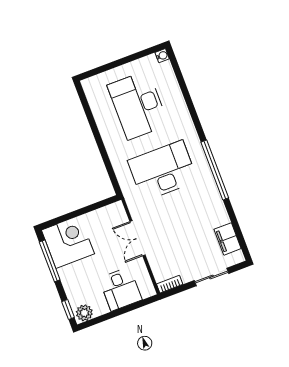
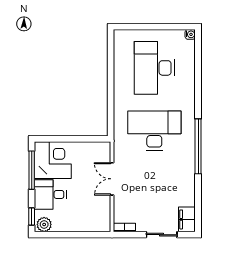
filing cabinet: (228, 239) -> (187, 219), moved
desk: (120, 289) -> (50, 194), moved, turned 90

